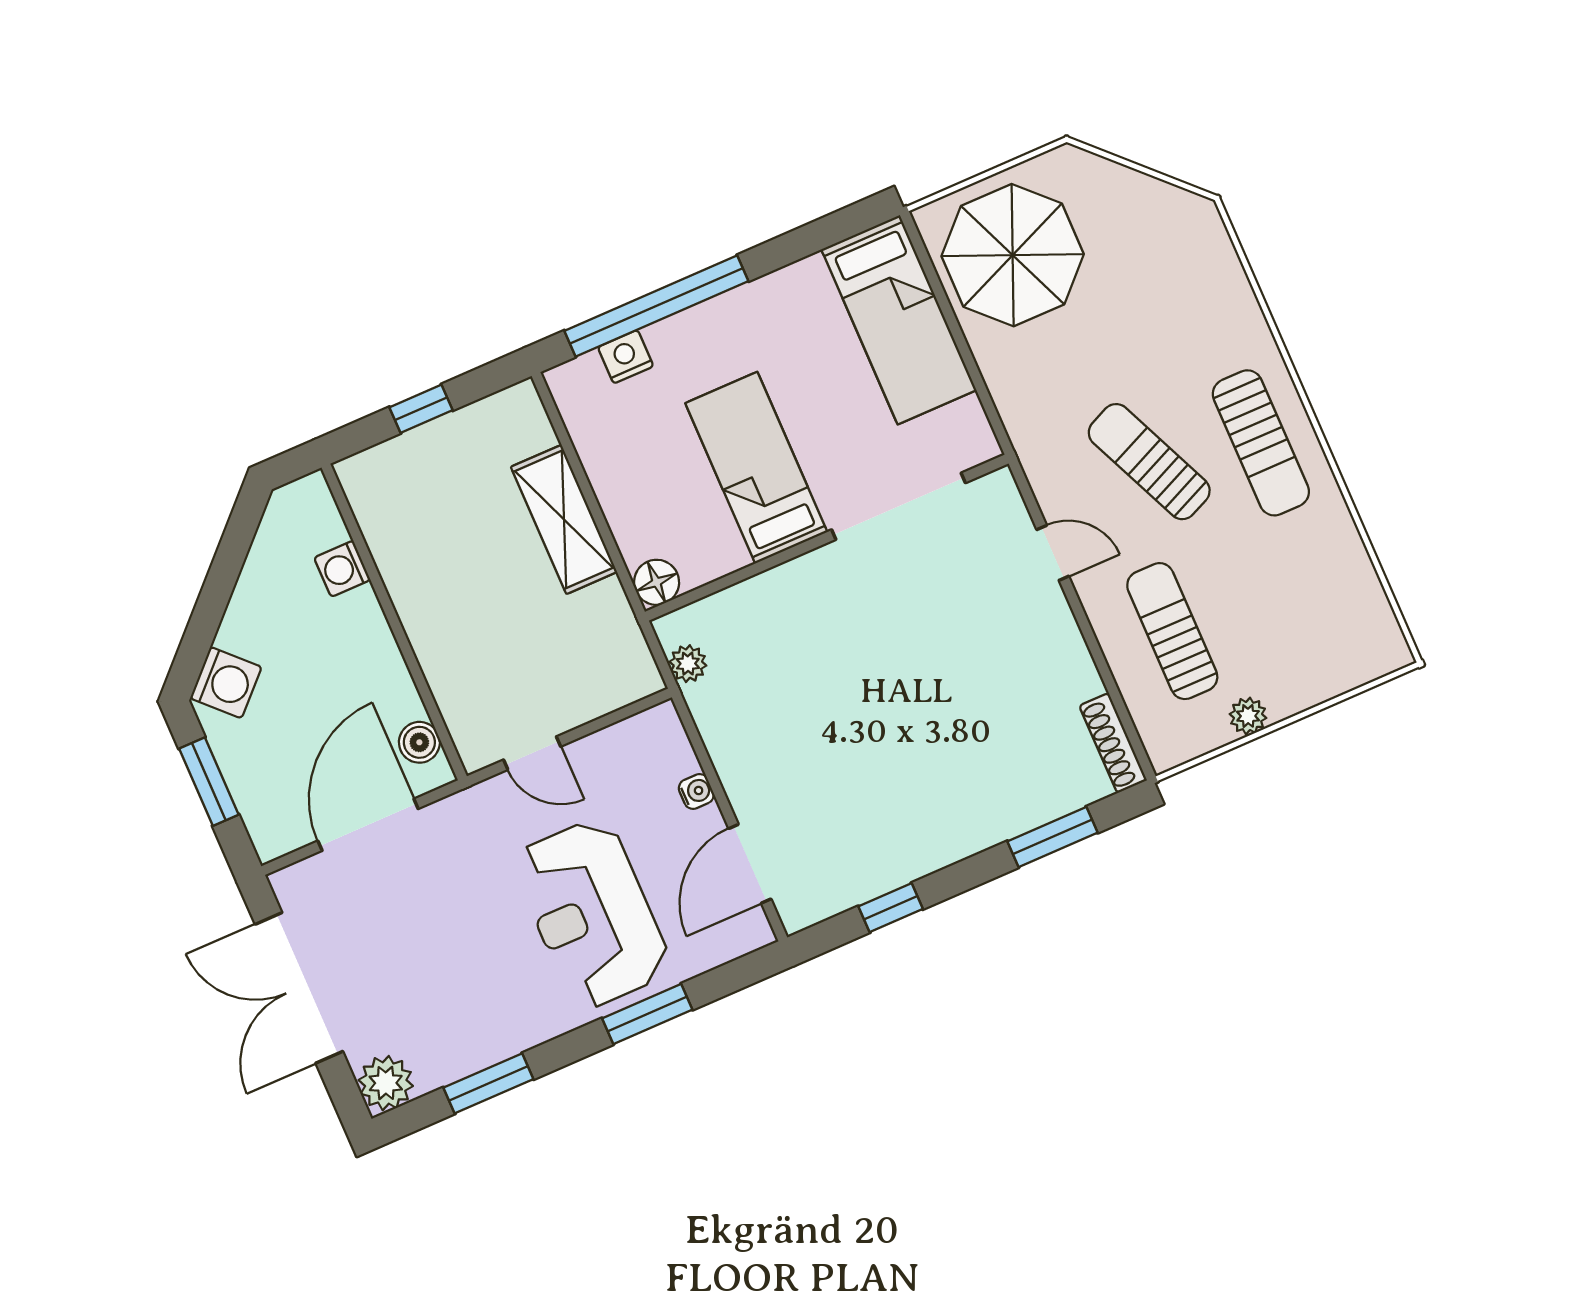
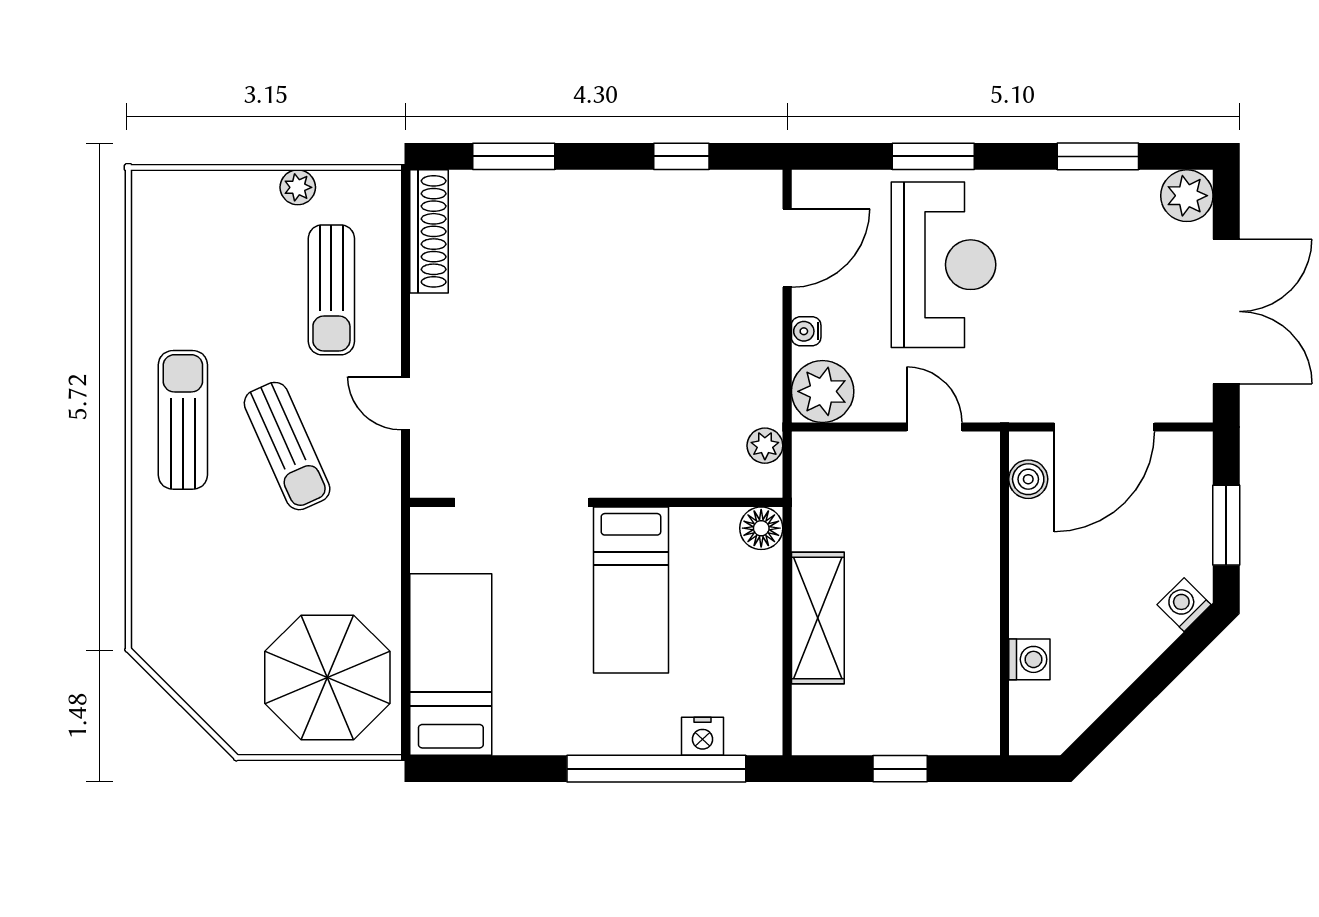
washing machine: (226, 683) -> (1184, 605), width x0.73, depth x0.73
plant: (655, 740) -> (823, 391), added
shoe rack: (1113, 743) -> (429, 231), width x1.36, depth x1.24

